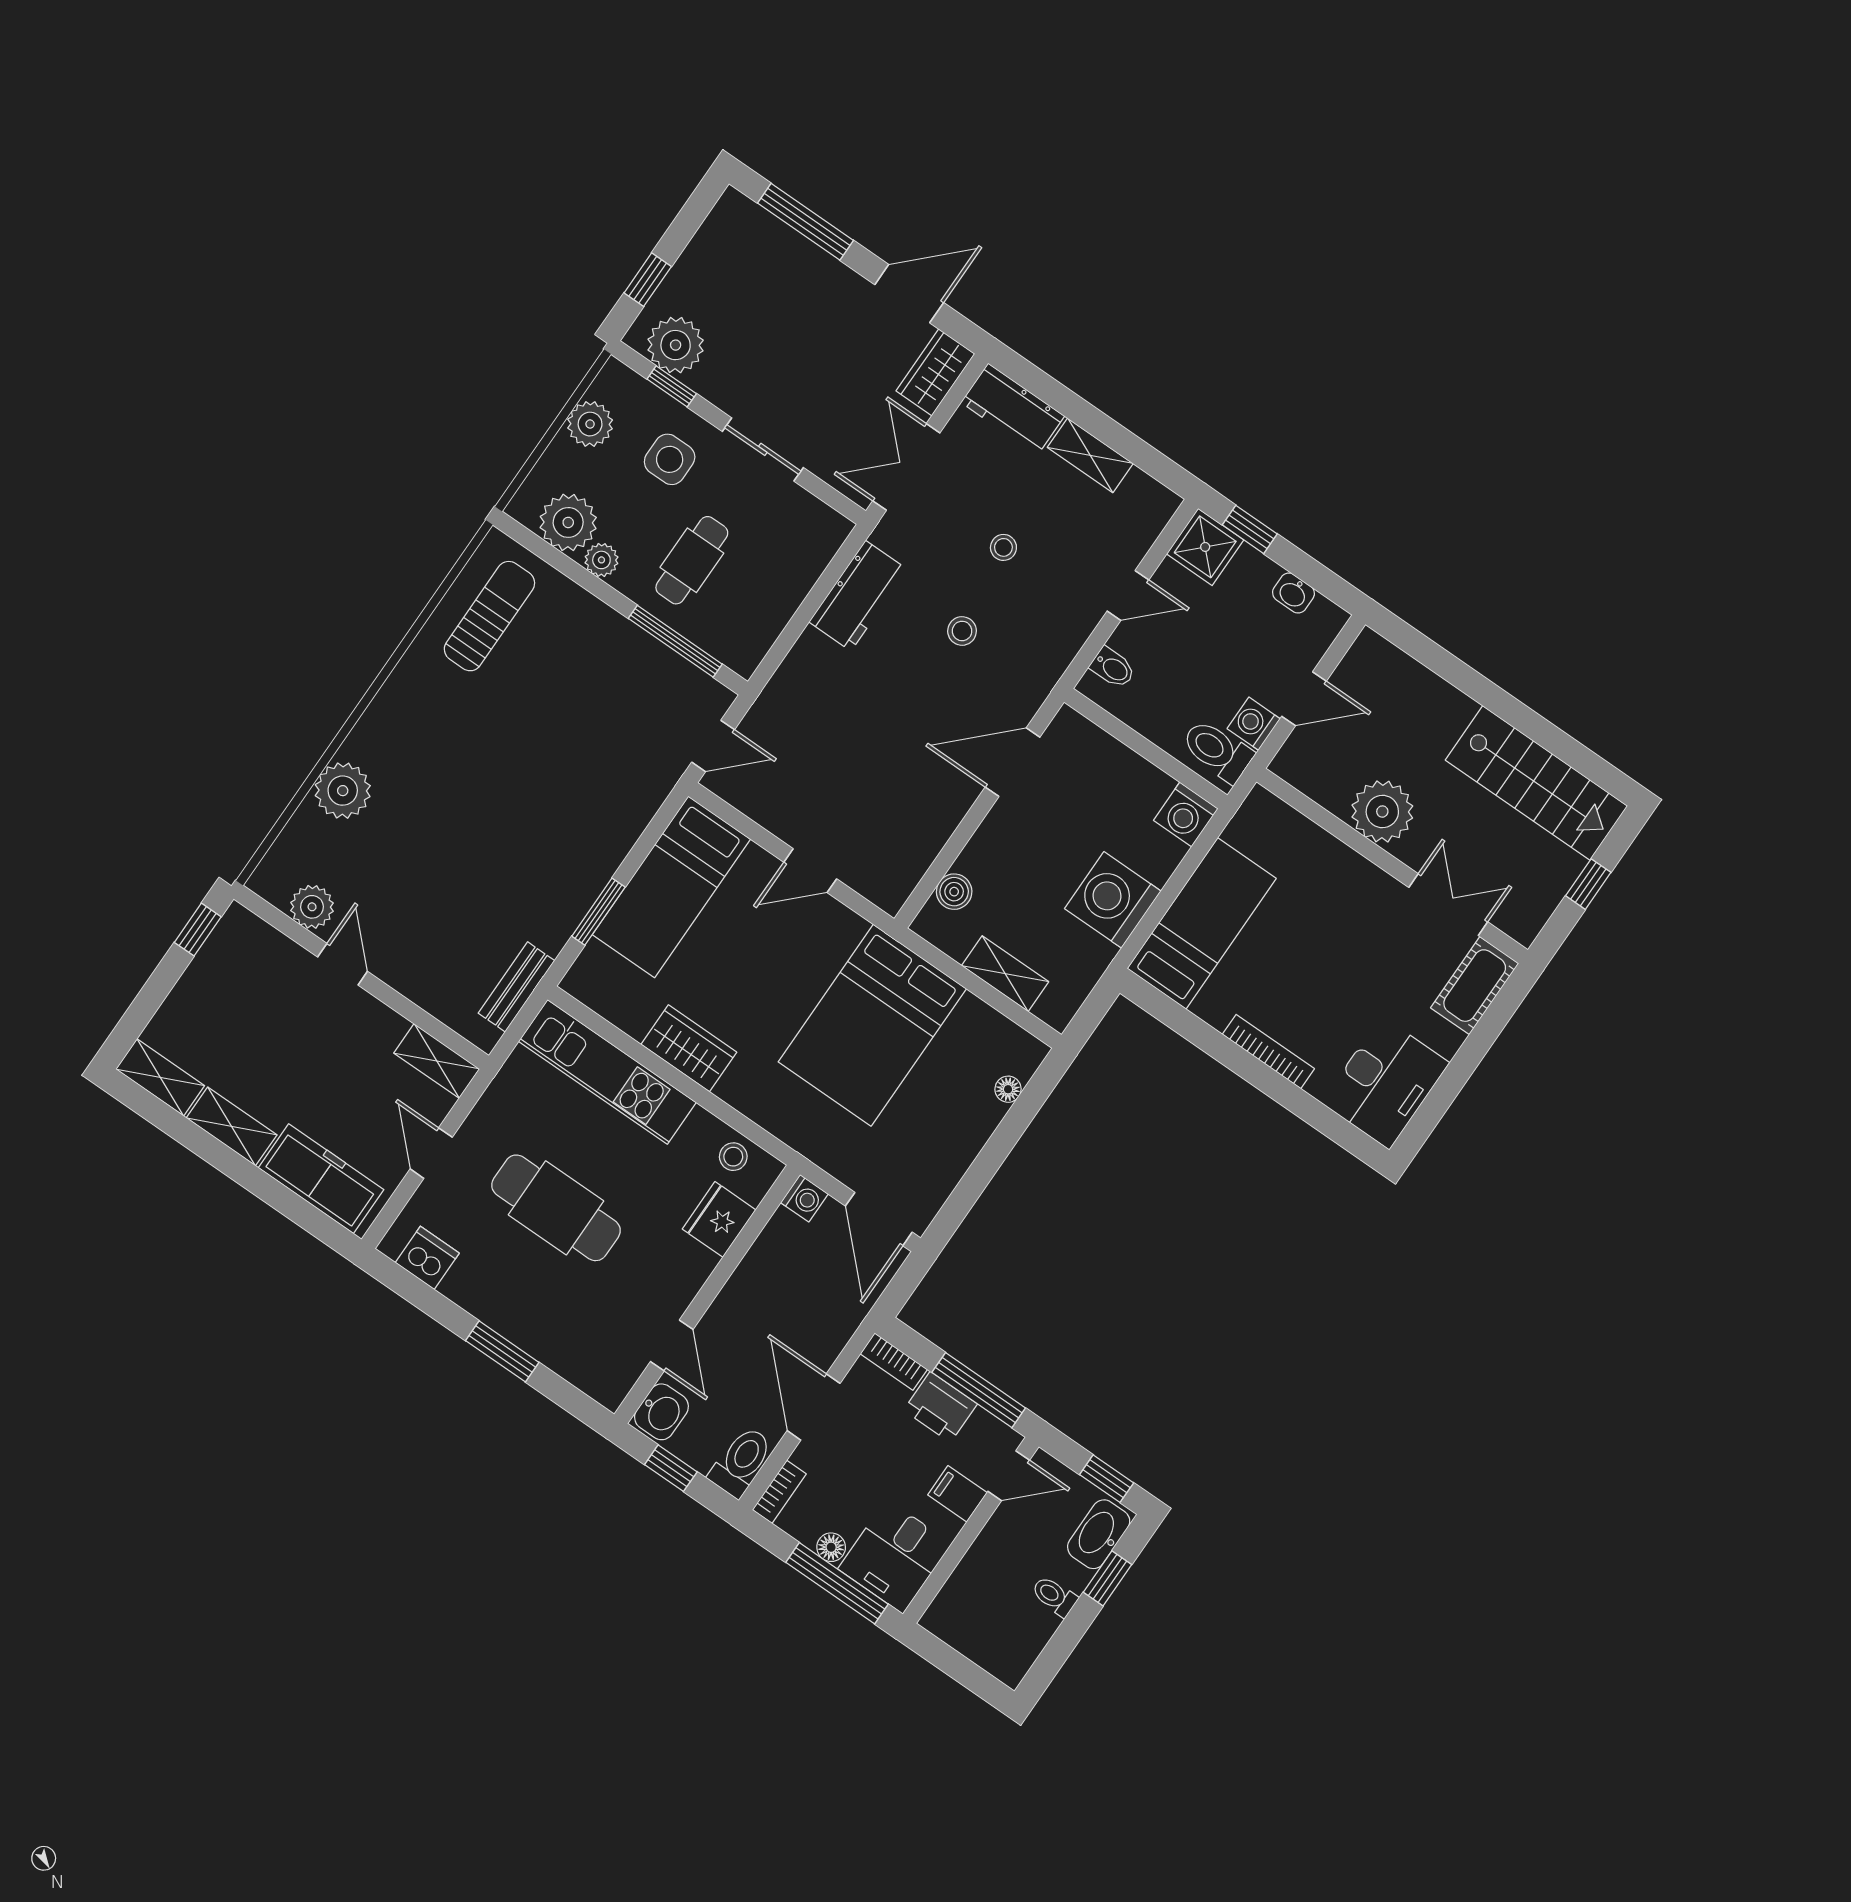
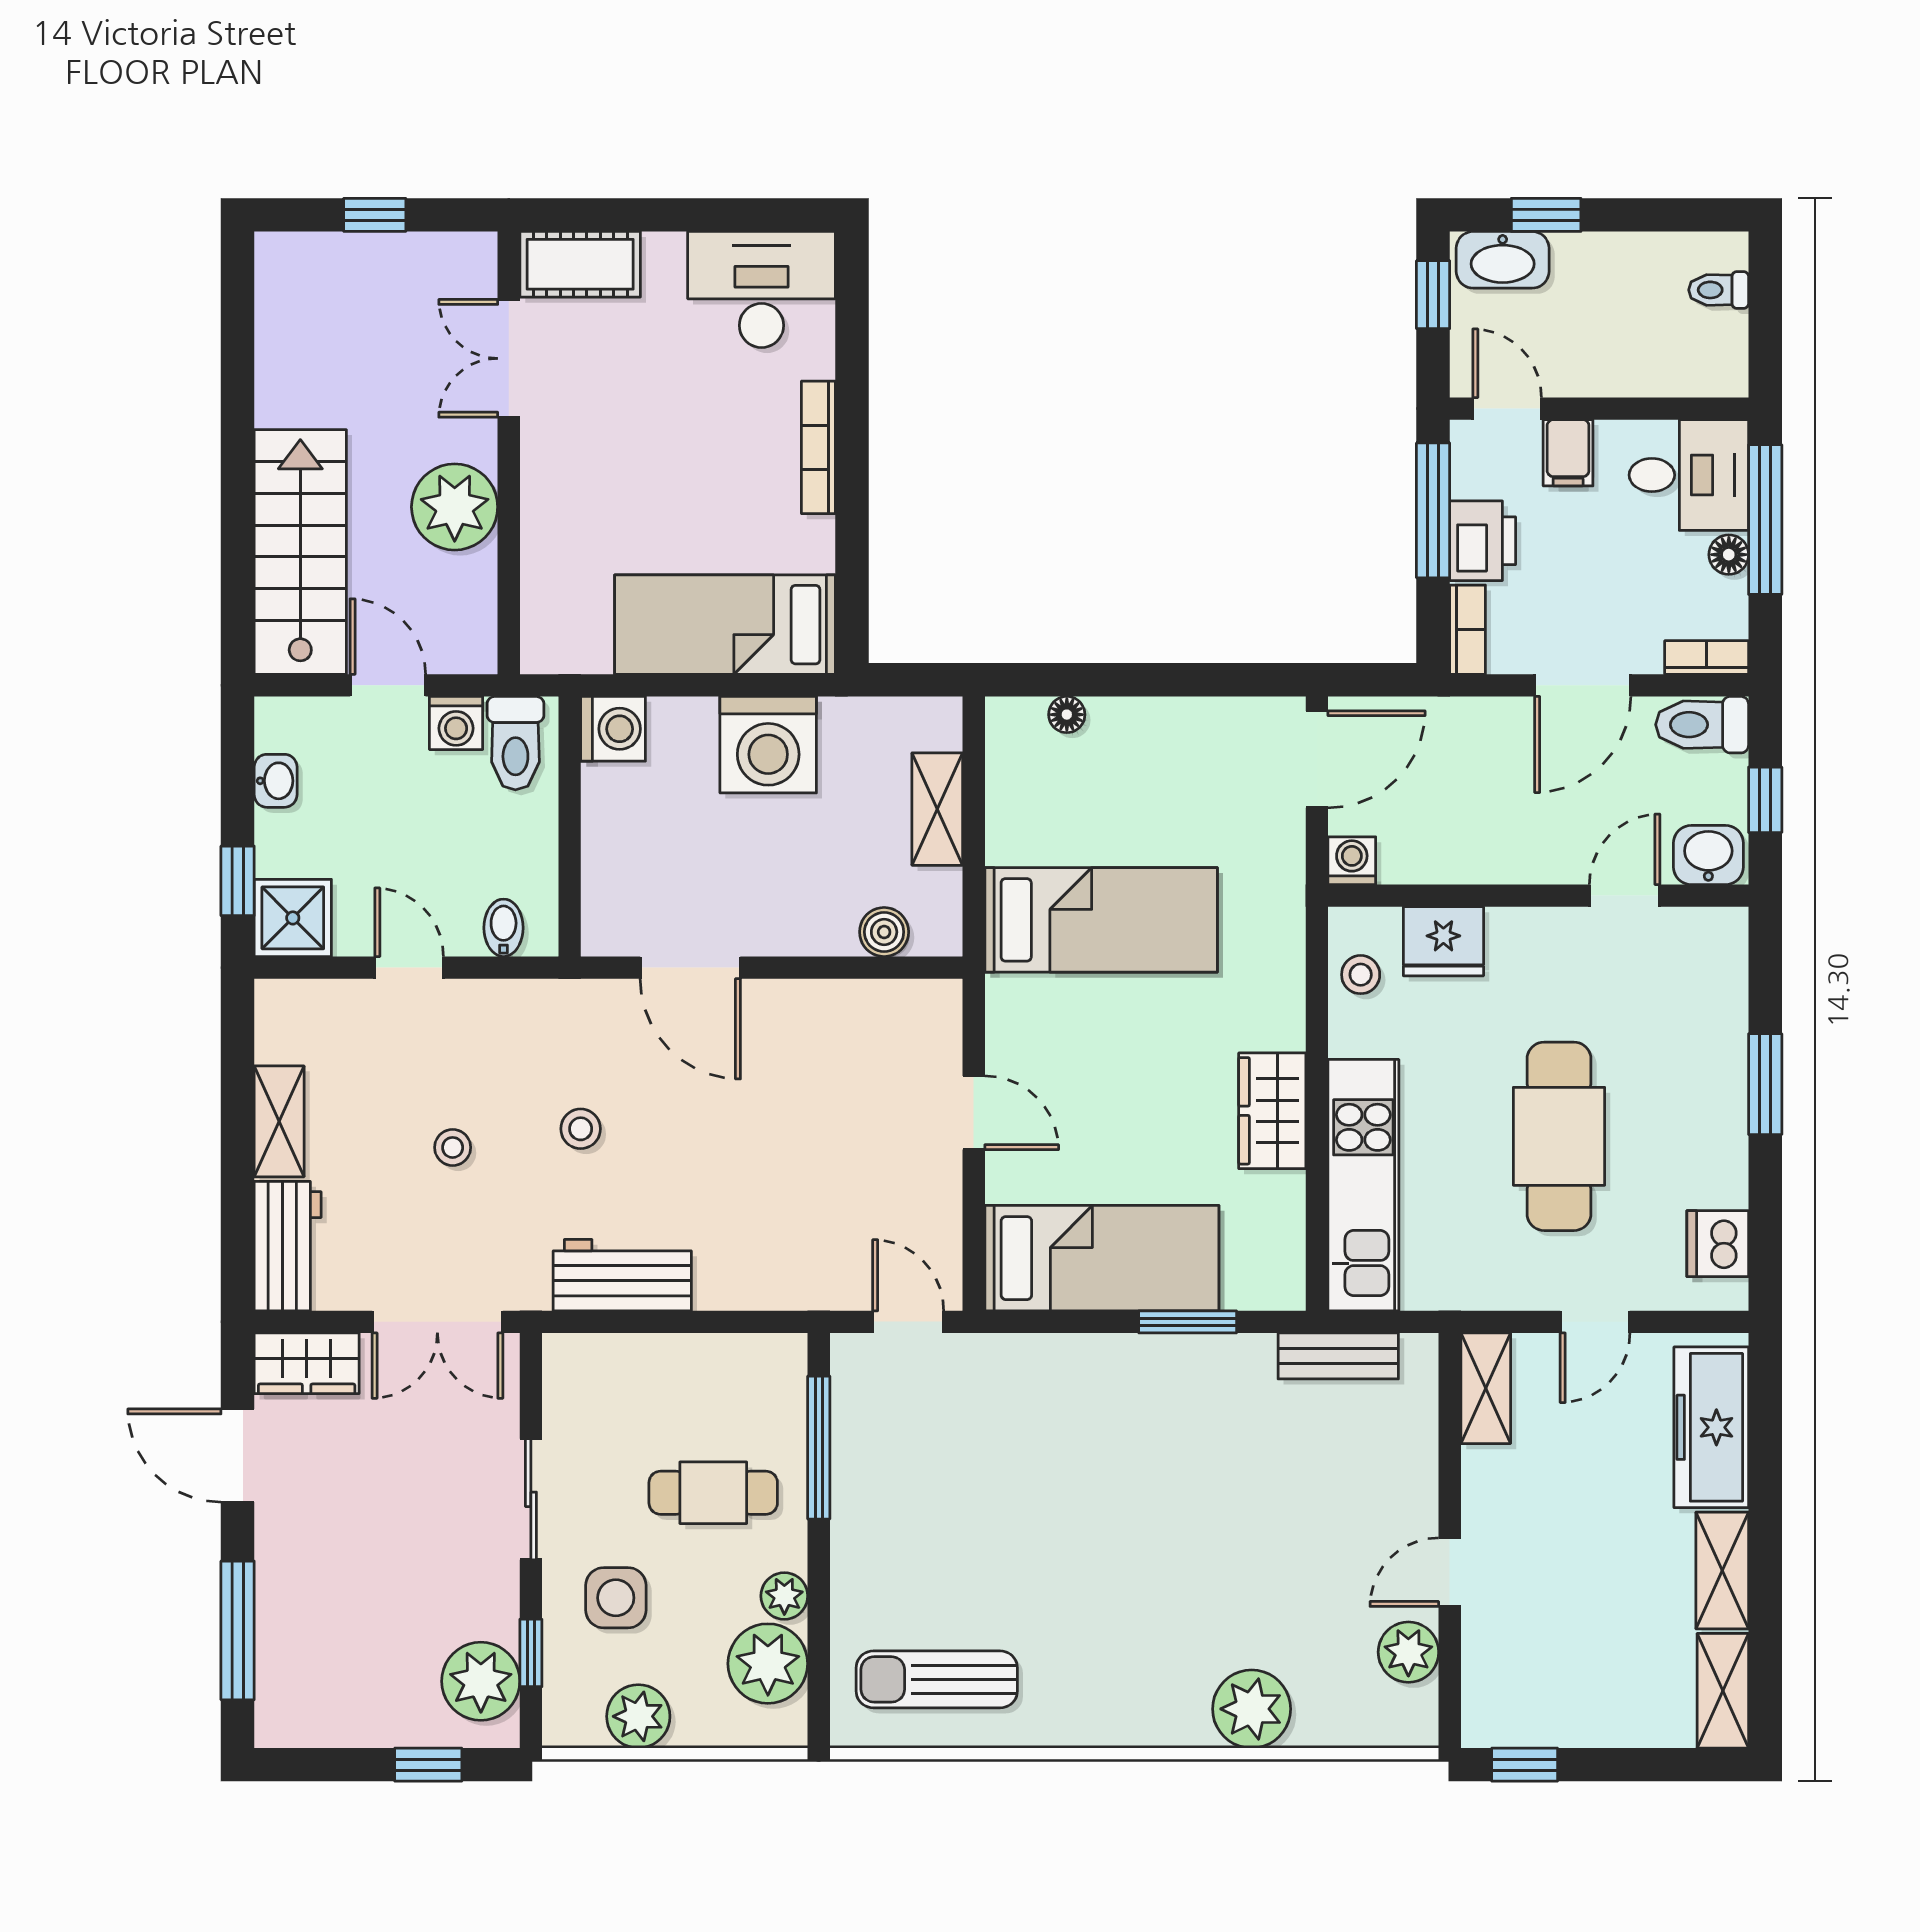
stairs: (1536, 783) -> (300, 552), moved
bed: (872, 1025) -> (1101, 920), width x0.67
toilet: (1054, 1596) -> (1719, 290), moved, turned 90

